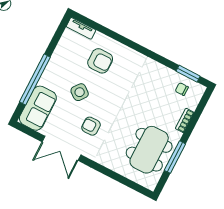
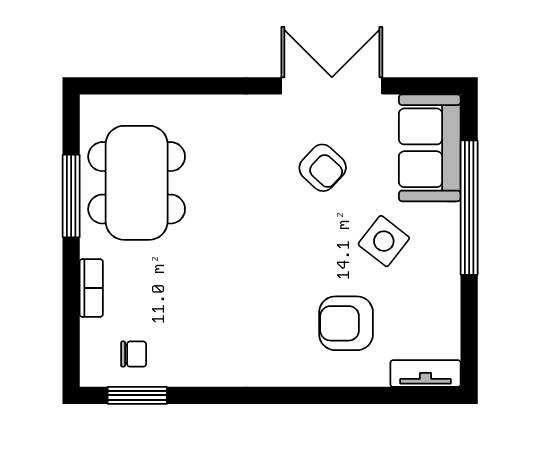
side table: (80, 92) -> (384, 241), moved
armchair: (91, 126) -> (323, 168), moved, turned 43

